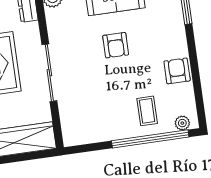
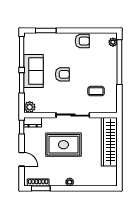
armchair: (177, 71) -> (82, 41), turned 180
coffee table: (147, 111) -> (96, 91), moved

